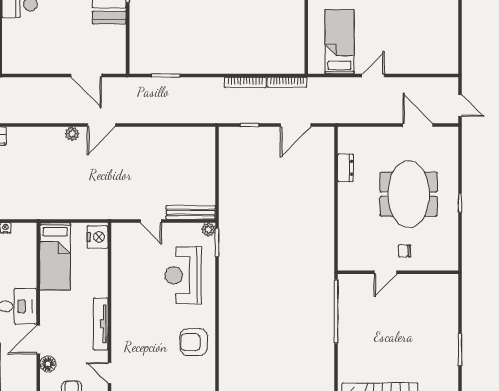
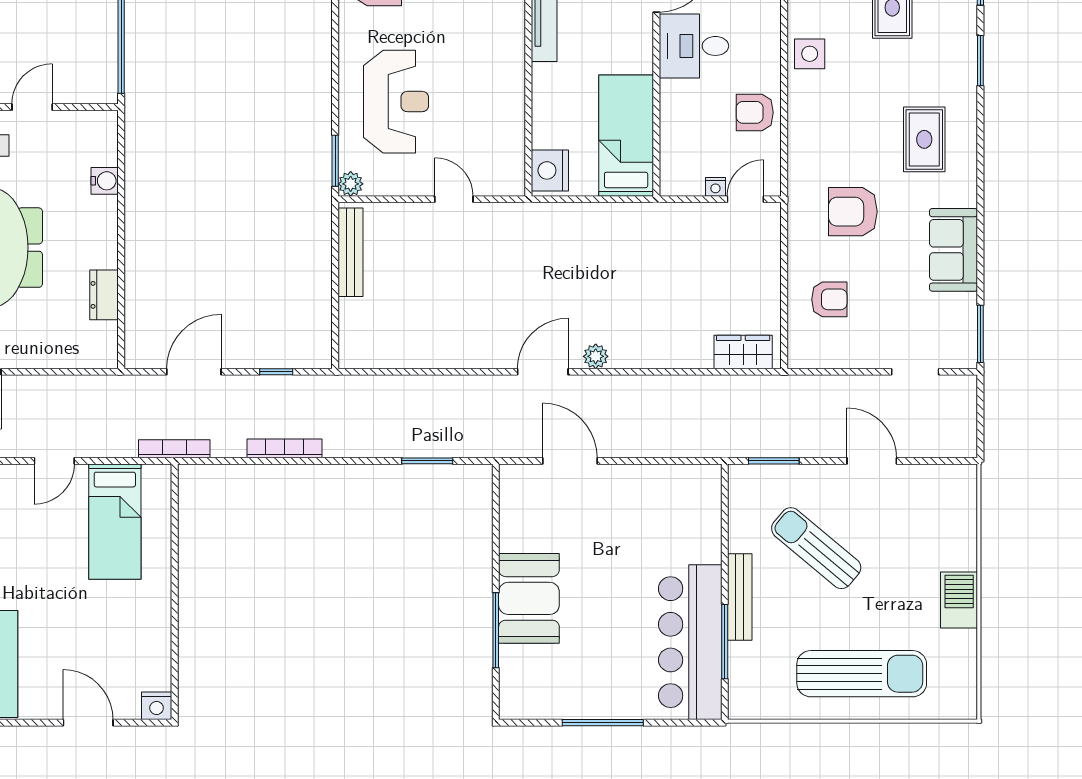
bookcase: (287, 82) -> (174, 449), moved
bench: (191, 212) -> (351, 252), moved, turned 90
water cooler: (345, 231) -> (105, 181), added

